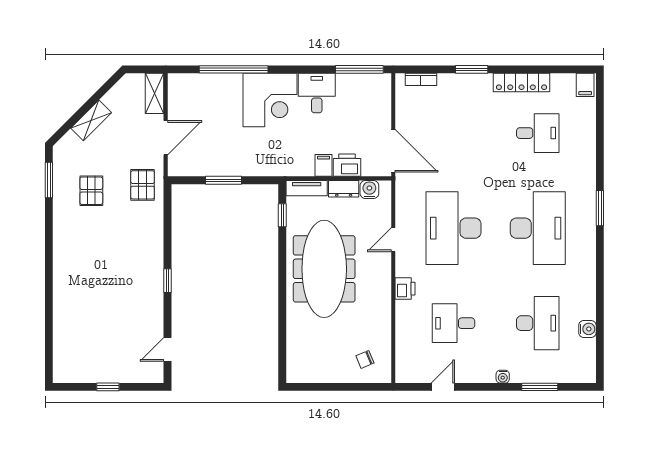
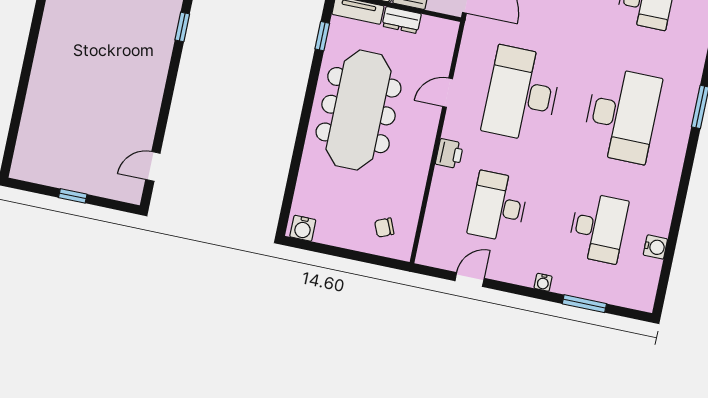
water cooler: (369, 190) -> (303, 228), moved, turned 180
window: (168, 281) -> (182, 27), moved
desk: (454, 323) -> (498, 207), width x1.37

